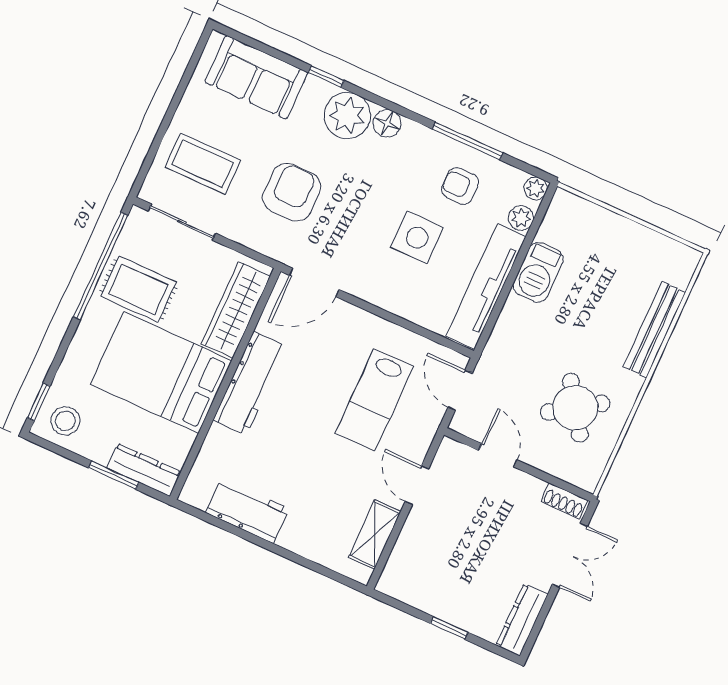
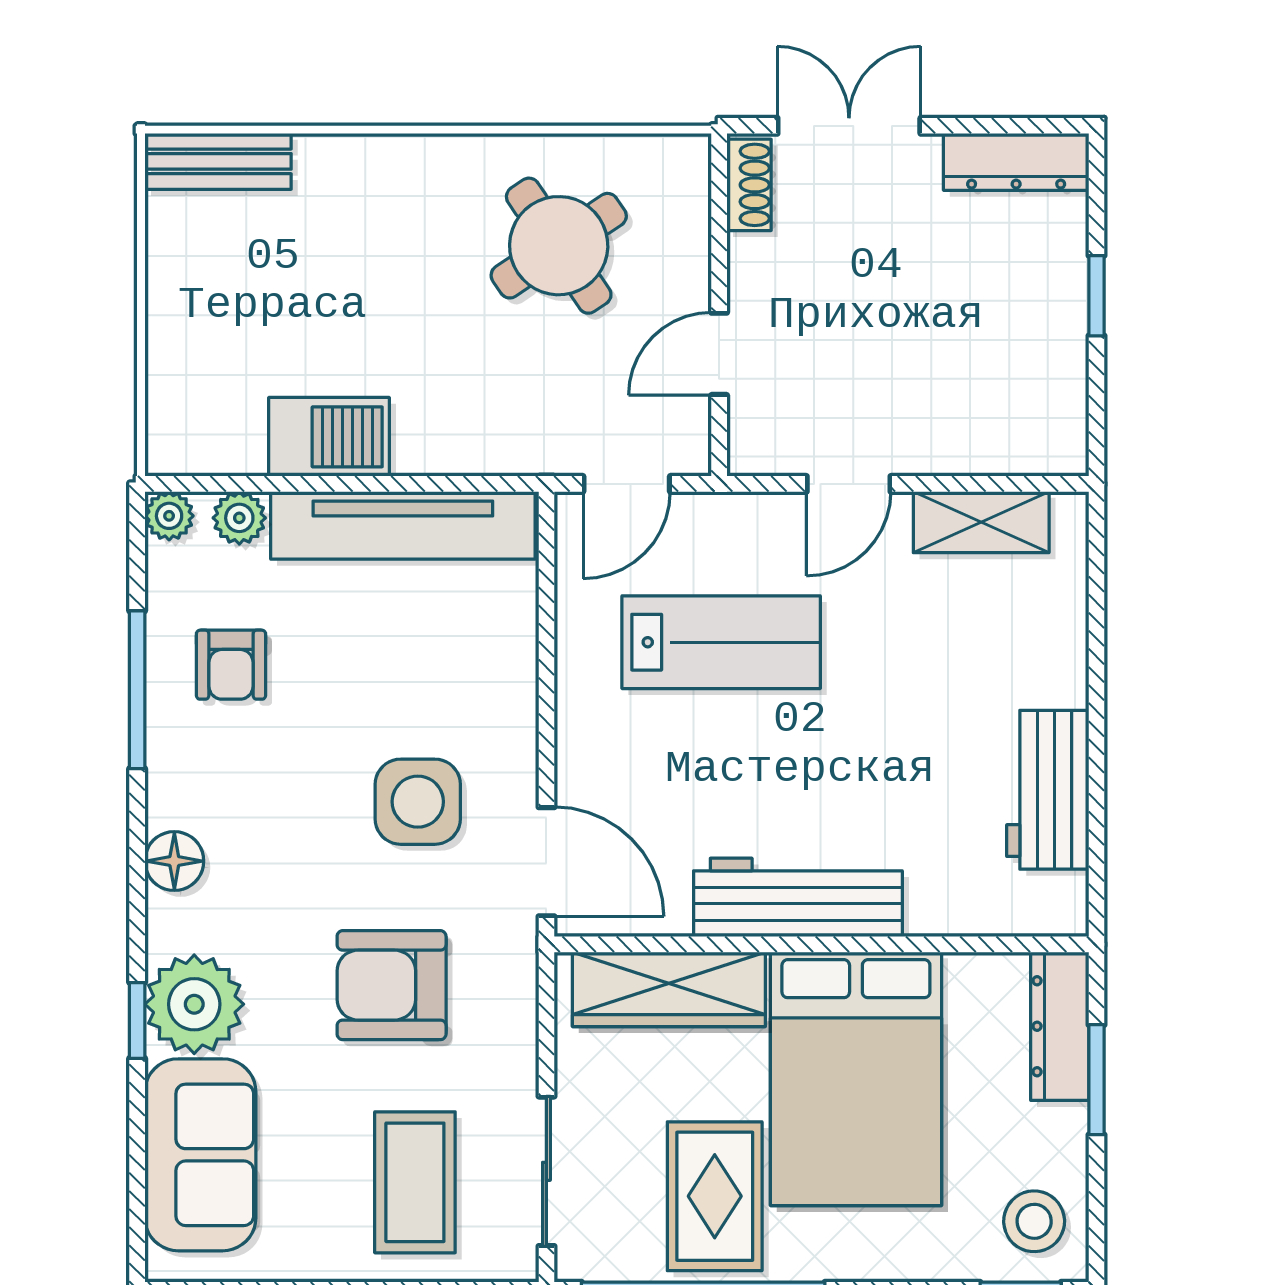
plant: (347, 116) -> (194, 1004), moved
side table: (417, 238) -> (418, 802), moved
bench: (654, 329) -> (218, 161), moved, width x0.73

